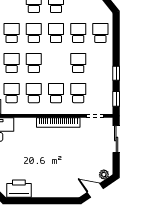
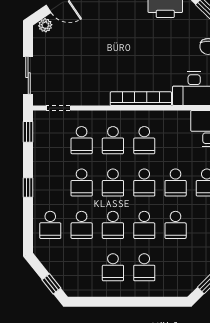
window: (116, 73) -> (28, 187), moved
school desk: (12, 93) -> (113, 183), moved
bookcase: (58, 122) -> (141, 99), moved

